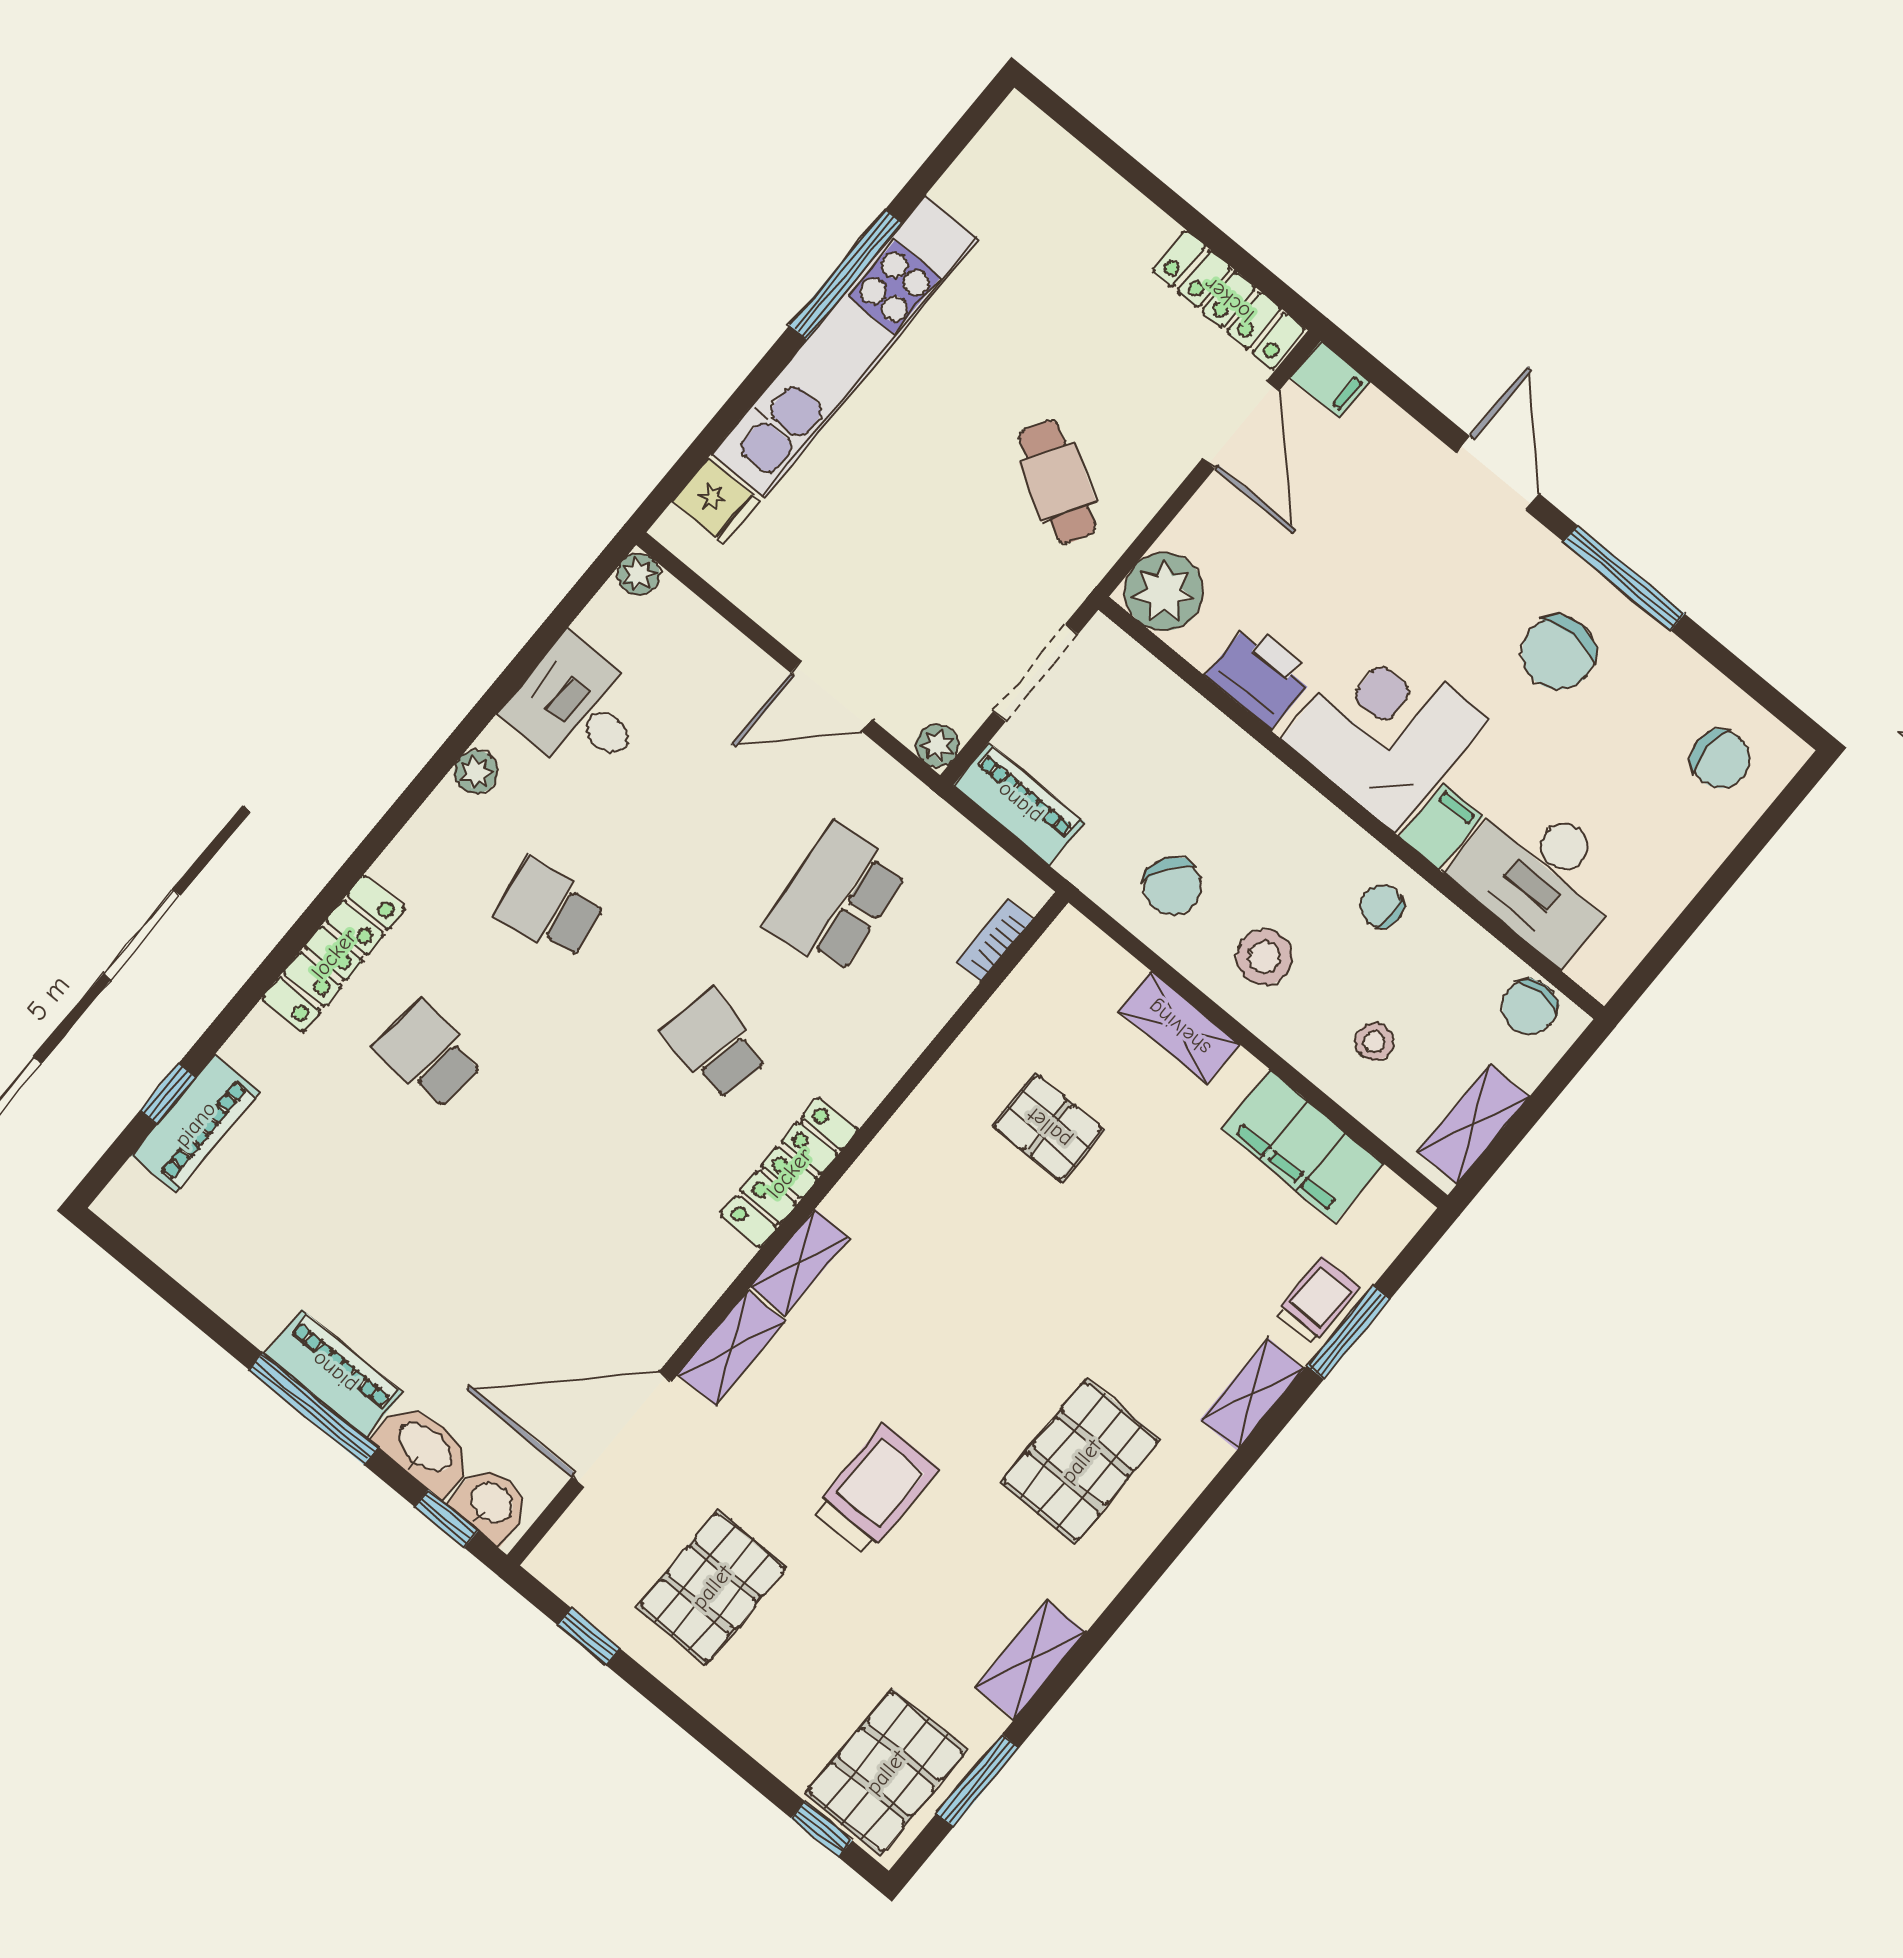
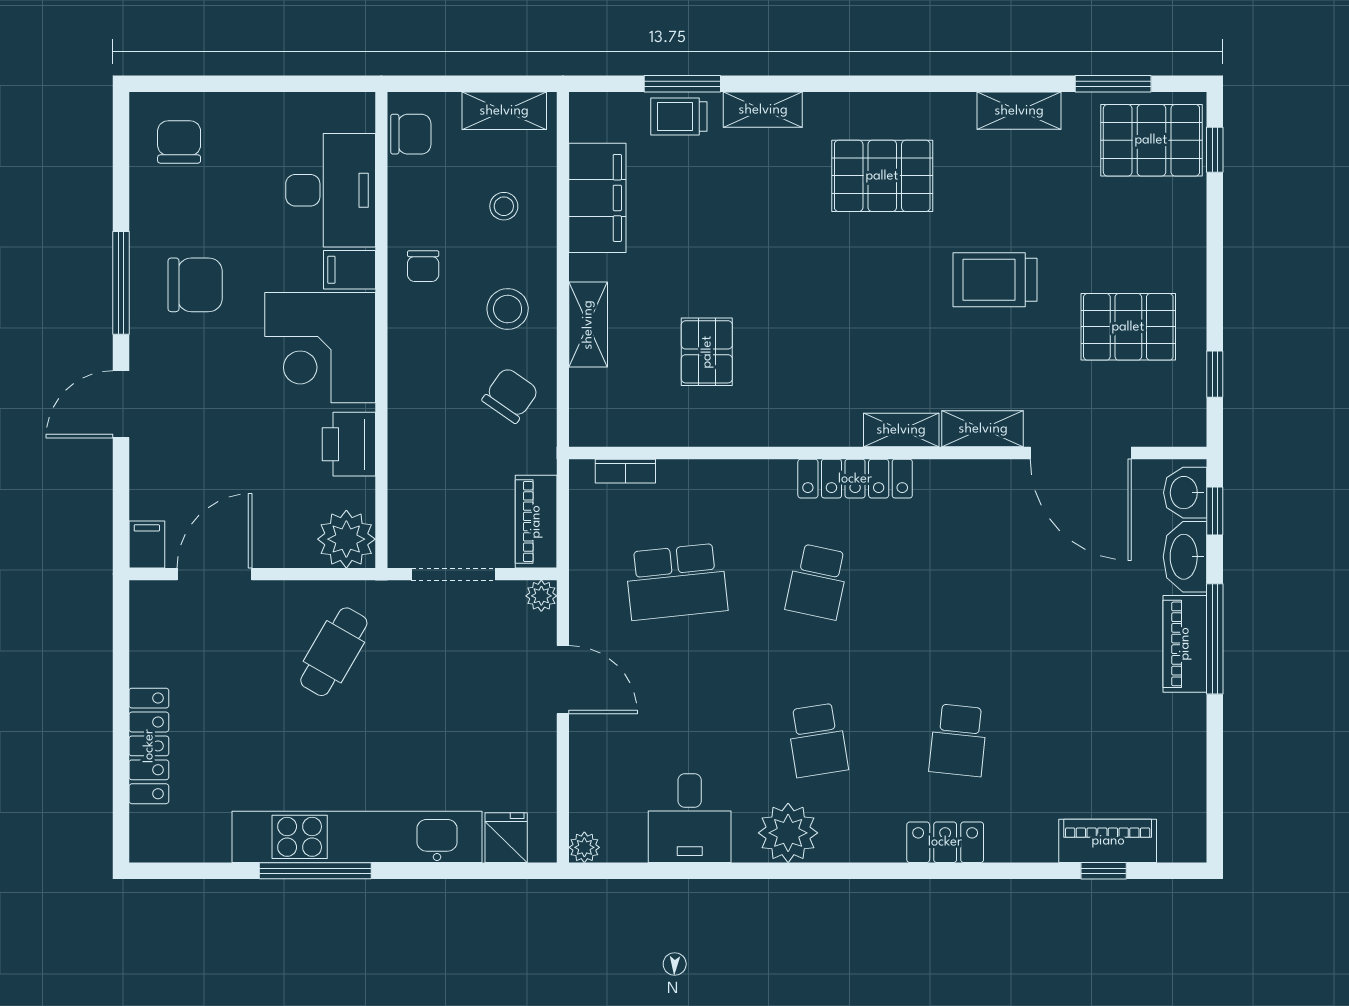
locker: (1229, 300) -> (149, 746), moved
plant: (476, 772) -> (788, 833), width x1.87, depth x1.87
locker: (334, 954) -> (945, 842), width x0.66

